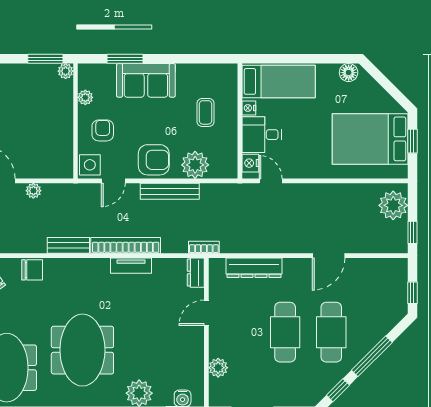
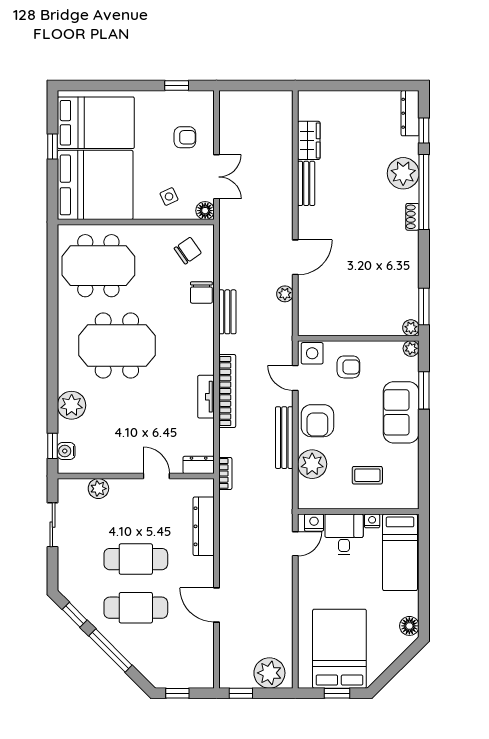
plant: (85, 97) -> (411, 348), moved
bench: (68, 245) -> (227, 312), moved

